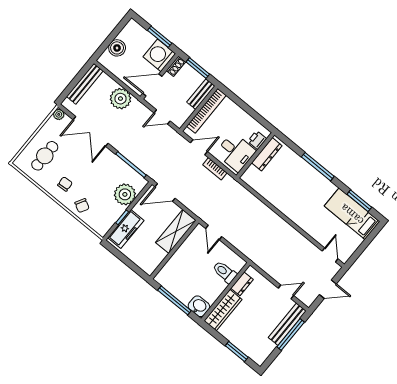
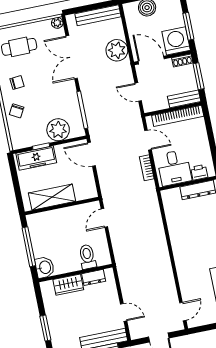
shelving: (176, 231) -> (52, 197), moved
wardrobe: (223, 310) -> (68, 285), width x0.67

